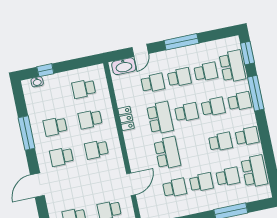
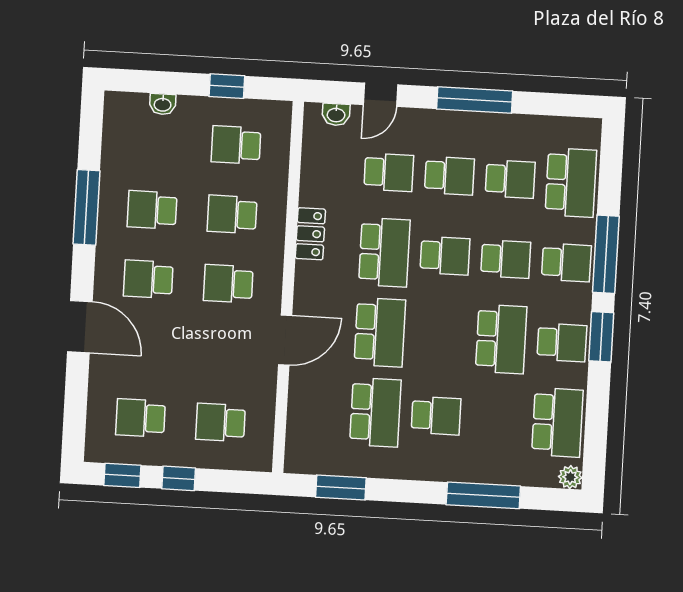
window: (247, 53) -> (601, 337), moved
washbasin: (124, 66) -> (336, 114), width x0.52, depth x0.69
window: (45, 70) -> (227, 86), moved
washbasin: (37, 82) -> (163, 104), moved
school desk: (220, 142) -> (501, 339), width x1.85
school desk: (228, 177) -> (497, 419), removed
door: (131, 184) -> (285, 340), moved
door: (37, 185) -> (80, 327), swing flipped
school desk: (175, 188) -> (375, 412), width x1.85
plant: (266, 193) -> (570, 477), added

